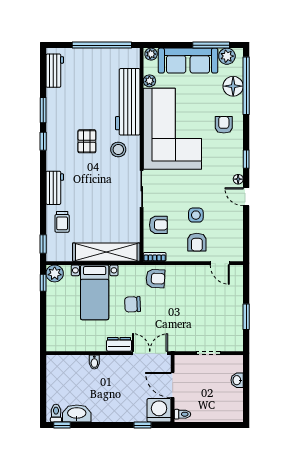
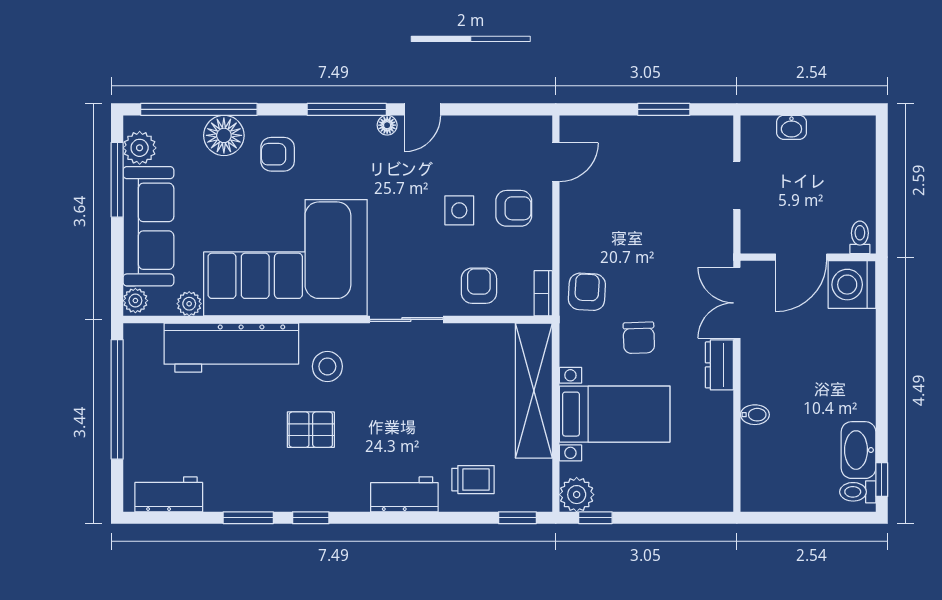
floor lamp: (233, 86) -> (224, 135), moved
window: (246, 159) -> (347, 109), width x2.17
window: (142, 425) -> (882, 318), removed

